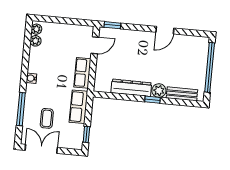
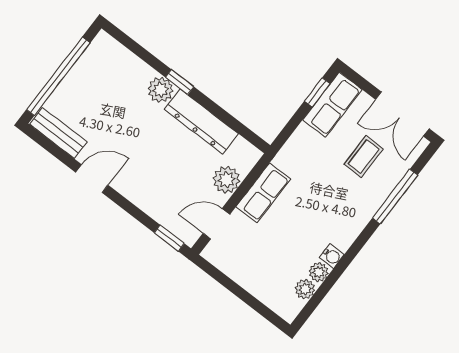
plant: (36, 29) -> (319, 272), moved
plant: (103, 68) -> (226, 180), added
water cooler: (31, 78) -> (332, 256), moved
bench: (182, 94) -> (58, 133), moved
row of seats: (78, 107) -> (332, 105), moved

